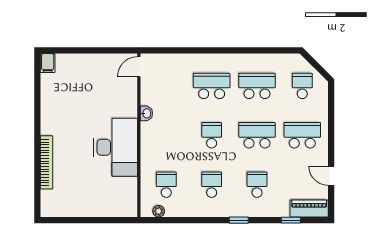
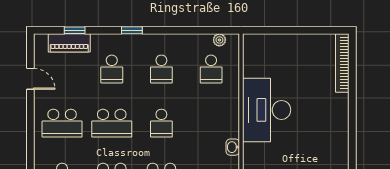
bookcase: (47, 162) -> (342, 63), moved
piano: (309, 208) -> (69, 43), moved

